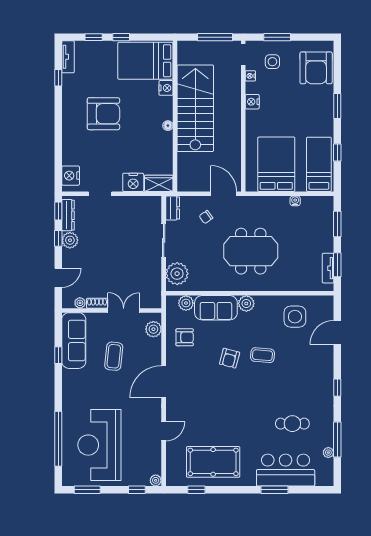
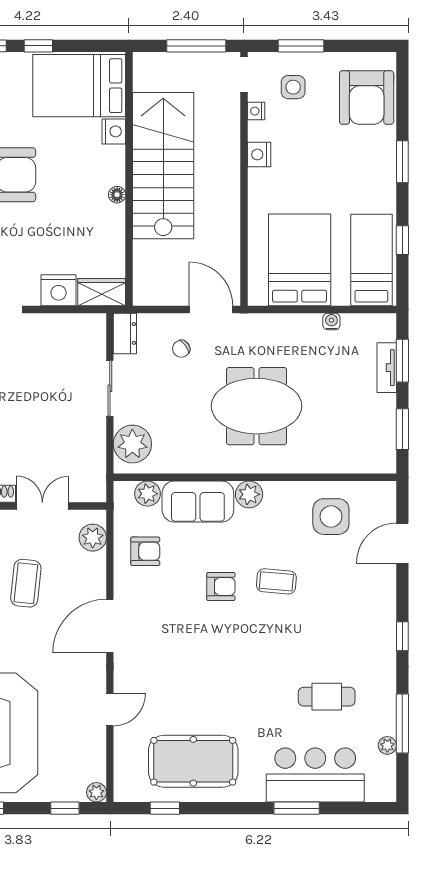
tv unit: (328, 268) -> (387, 368), moved
armchair: (230, 358) -> (221, 587), turned -105

